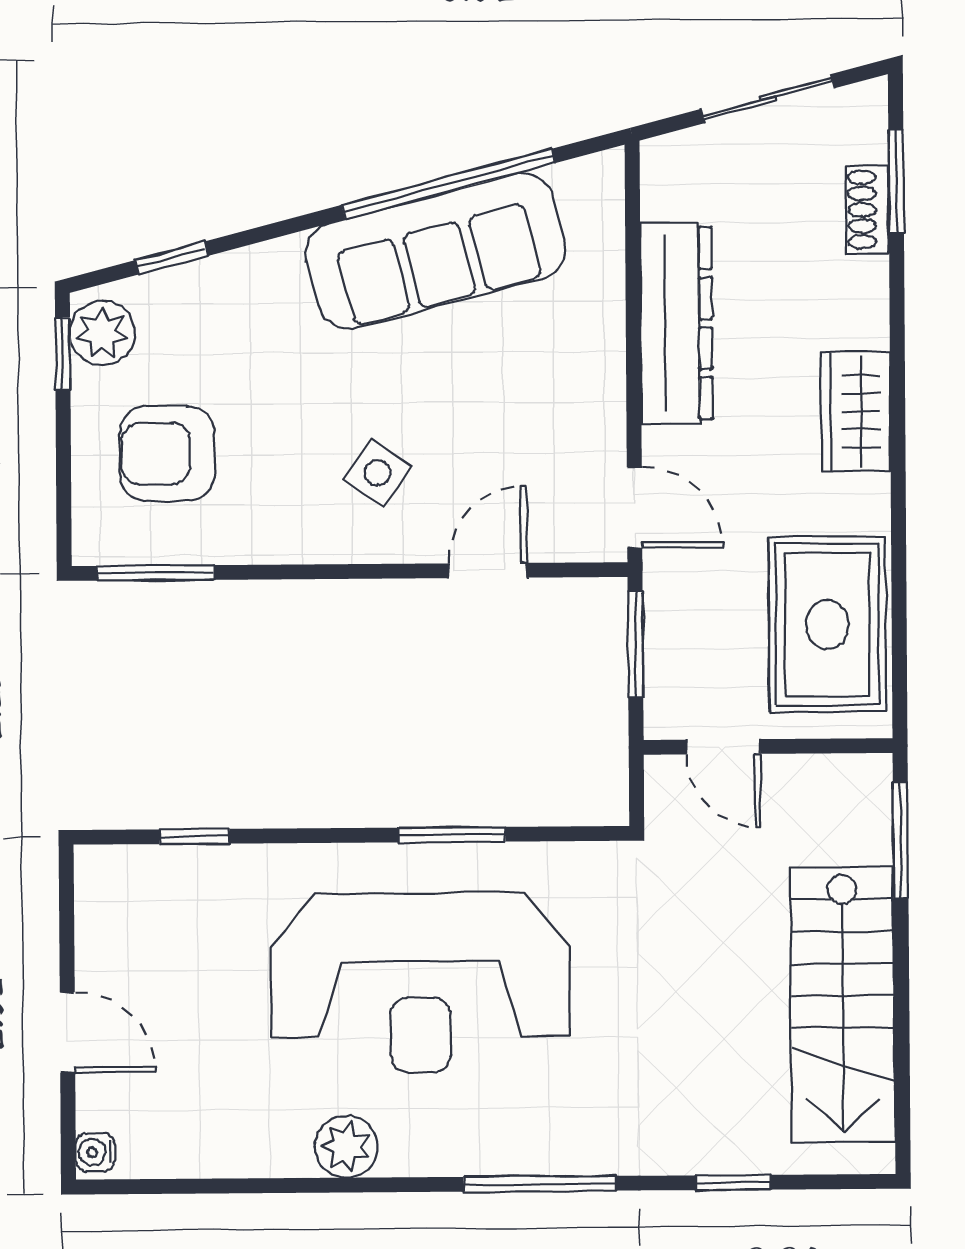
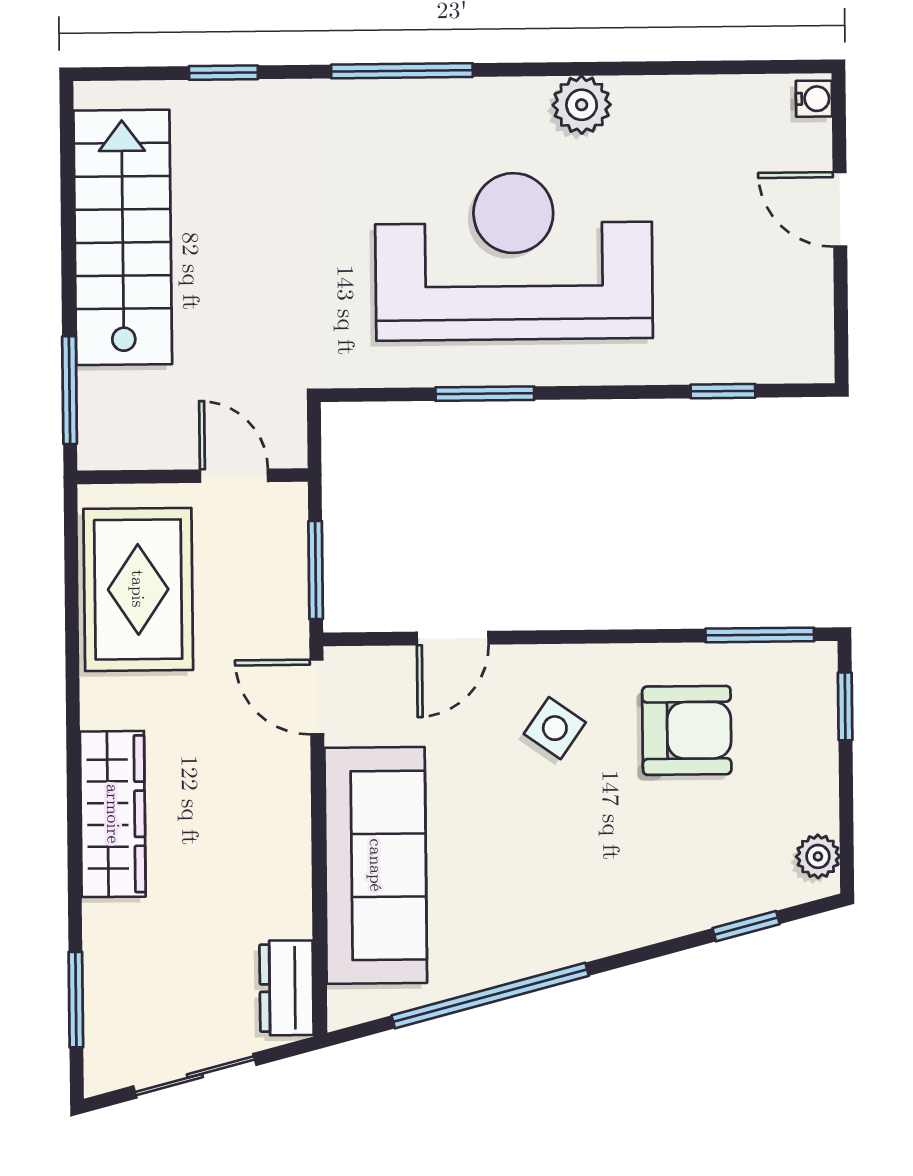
shoe rack: (868, 210) -> (102, 973), removed
sofa: (436, 251) -> (376, 865), moved, turned 105
dresser: (676, 323) -> (287, 988), moved, width x0.51, depth x0.80
plant: (102, 333) -> (818, 856), width x0.73, depth x0.73
window: (63, 354) -> (845, 706), moved
wardrobe: (856, 411) -> (113, 814), width x1.50
armchair: (167, 454) -> (687, 730), moved

